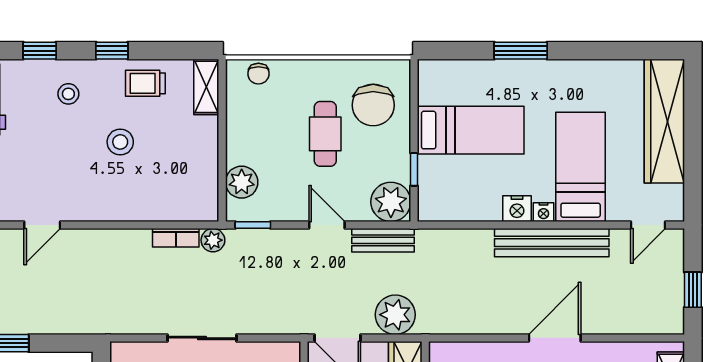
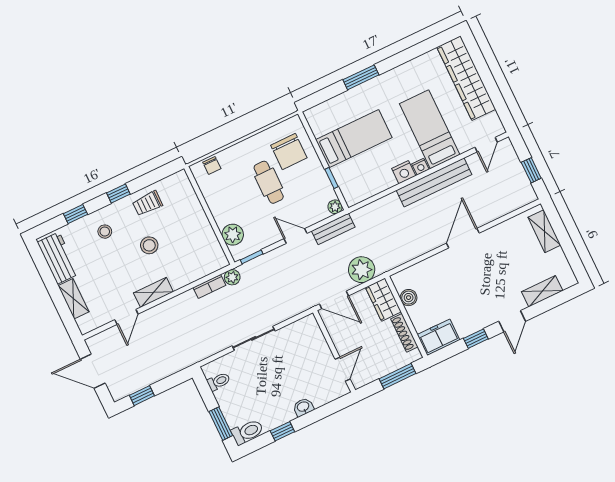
shelving: (206, 87) -> (153, 292), moved, turned 90
plant: (391, 202) -> (335, 207), width x0.53, depth x0.53

